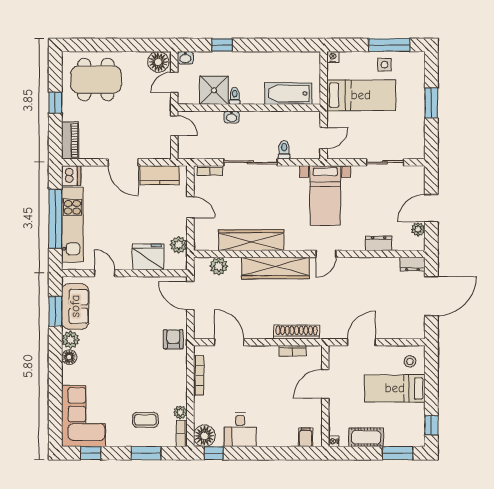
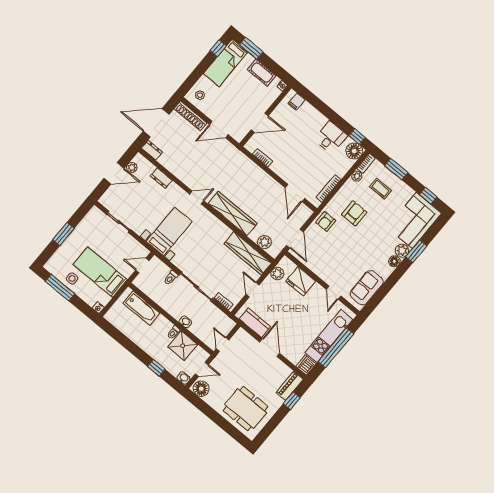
window: (55, 103) -> (292, 401), moved
wardrobe: (251, 240) -> (248, 253), moved
window: (55, 311) -> (416, 251), moved
shoe rack: (297, 332) -> (190, 116), moved
plant: (71, 340) -> (402, 251), moved
armchair: (151, 372) -> (354, 213), added
bed: (395, 388) -> (226, 63), moved, turned 90

